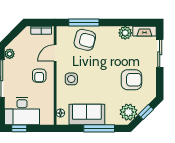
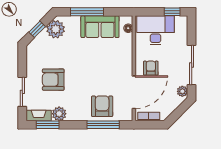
window: (136, 23) -> (48, 125), added
armchair: (85, 40) -> (102, 106), turned 76
door: (55, 53) -> (134, 92), width x1.88
side table: (71, 79) -> (117, 64), removed
armchair: (131, 80) -> (53, 80), moved
desk: (22, 111) -> (156, 30), moved

